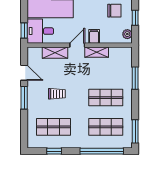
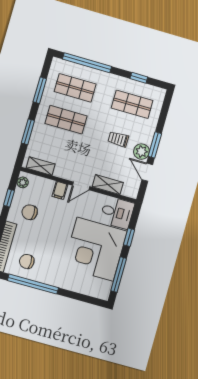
window: (24, 31) -> (129, 237), moved
shelving: (97, 52) -> (41, 166), moved
plant: (34, 89) -> (141, 152), added
window: (135, 131) -> (40, 90), moved

